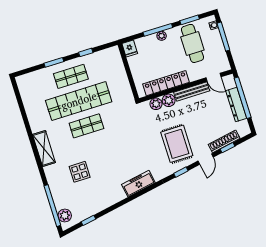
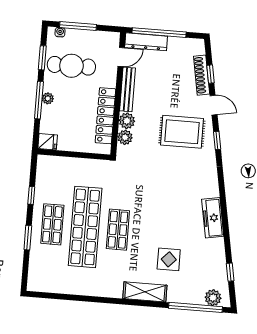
dresser: (236, 104) -> (146, 42), moved
shelving: (44, 149) -> (145, 292), moved
freezer: (138, 184) -> (213, 218), moved

